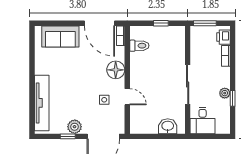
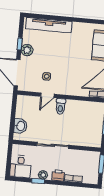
printer: (223, 37) -> (58, 175), moved
toilet: (139, 46) -> (61, 106), moved
floor lamp: (116, 70) -> (70, 88), removed
desk: (203, 120) -> (21, 166), moved, turned -90

